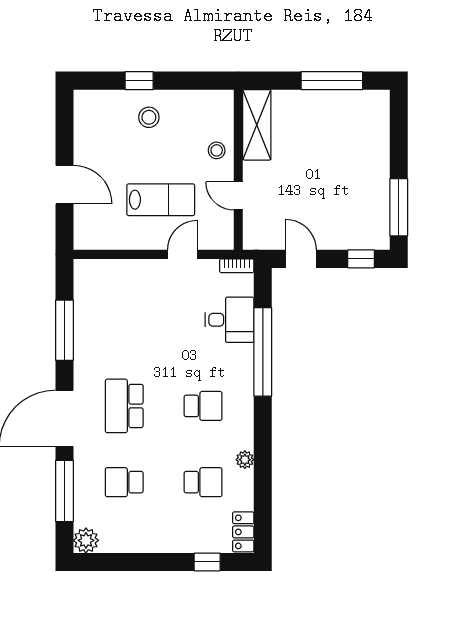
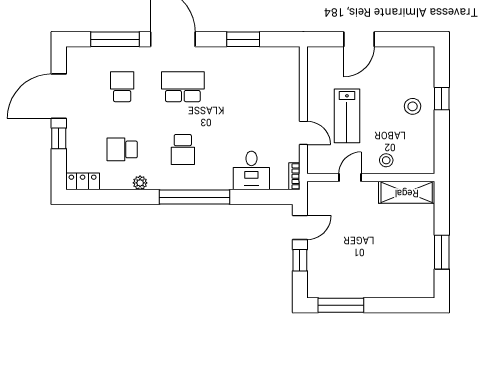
window: (332, 81) -> (442, 252), width x0.69
window: (361, 259) -> (300, 260), moved
window: (64, 330) -> (243, 39), width x0.69
window: (263, 352) -> (194, 197), moved
school desk: (203, 482) -> (122, 149), turned 90
plant: (86, 540) -> (76, 56), removed
door: (136, 562) -> (59, 96), added
window: (207, 562) -> (59, 138), moved

